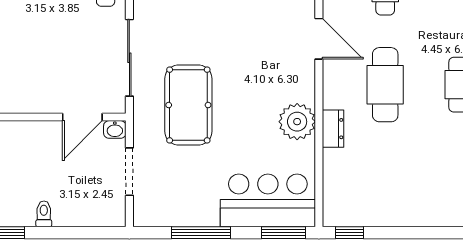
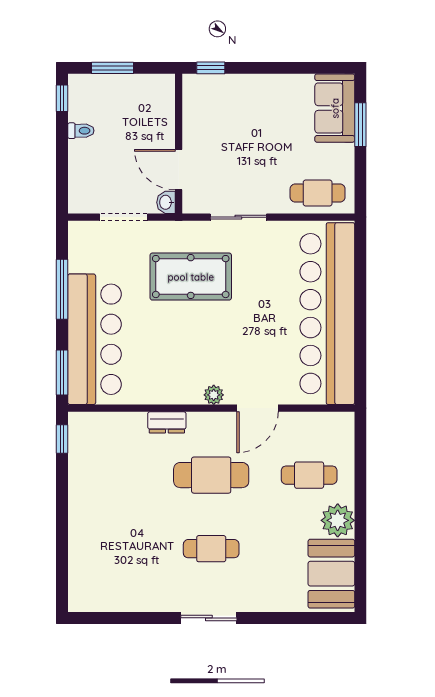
sliding door: (129, 58) -> (238, 217), width x0.73
plant: (297, 122) -> (214, 395), moved, width x0.53, depth x0.53
bar counter: (268, 200) -> (95, 339), width x1.36

